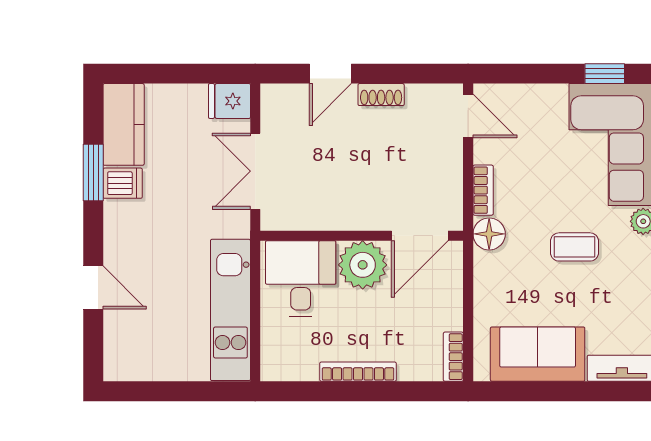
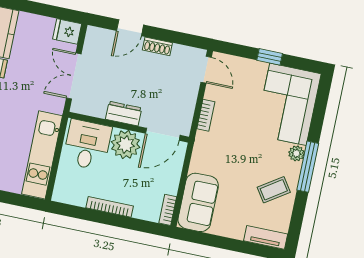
window: (605, 74) -> (270, 57), moved
dresser: (349, 215) -> (124, 114), added
floor lamp: (489, 234) -> (204, 142), removed
coffee table: (574, 247) -> (274, 190), moved, turned -34
sofa: (538, 354) -> (198, 202), moved, turned 90

